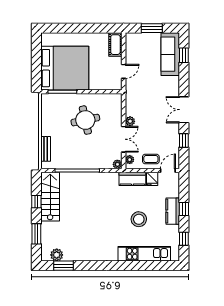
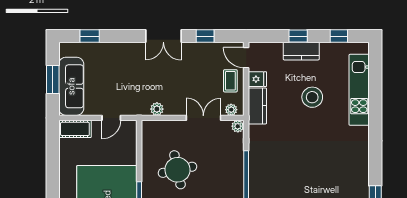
sofa: (170, 54) -> (71, 86), moved, turned -90
door: (124, 71) -> (111, 118), swing flipped
plant: (130, 121) -> (157, 109), moved

